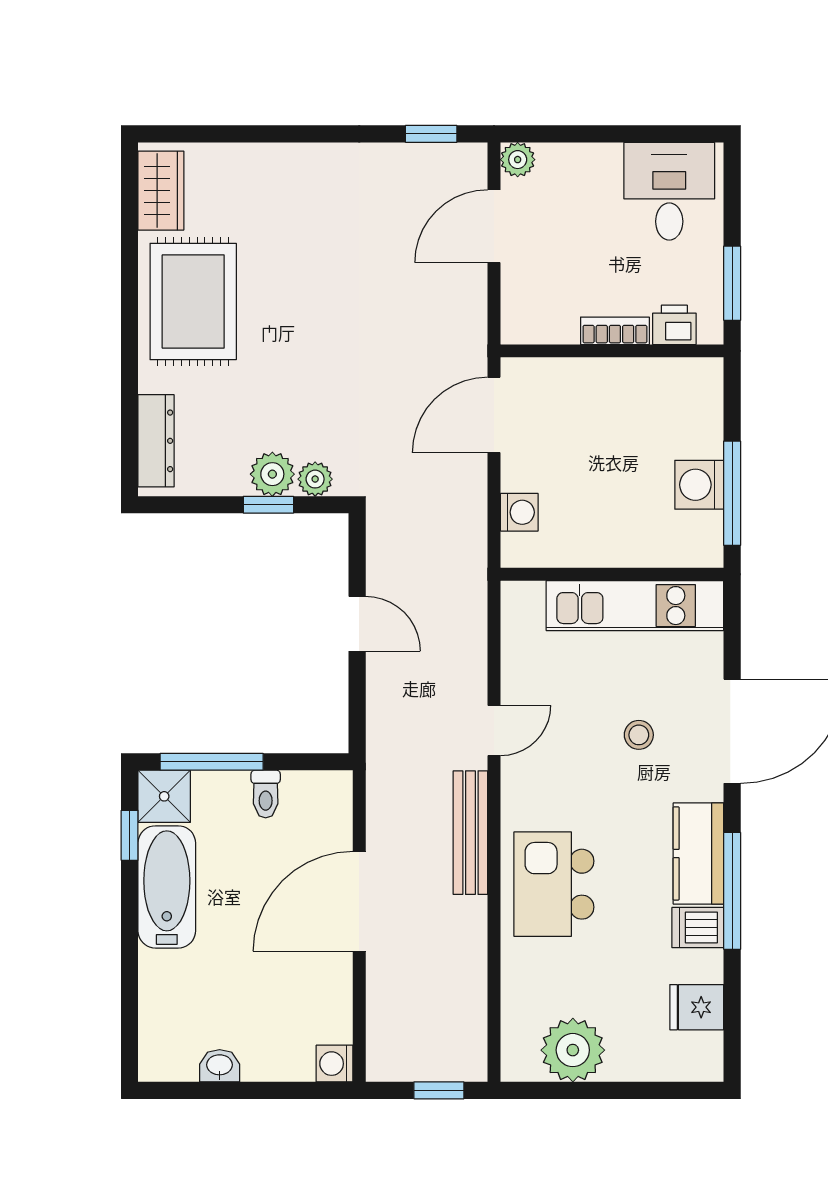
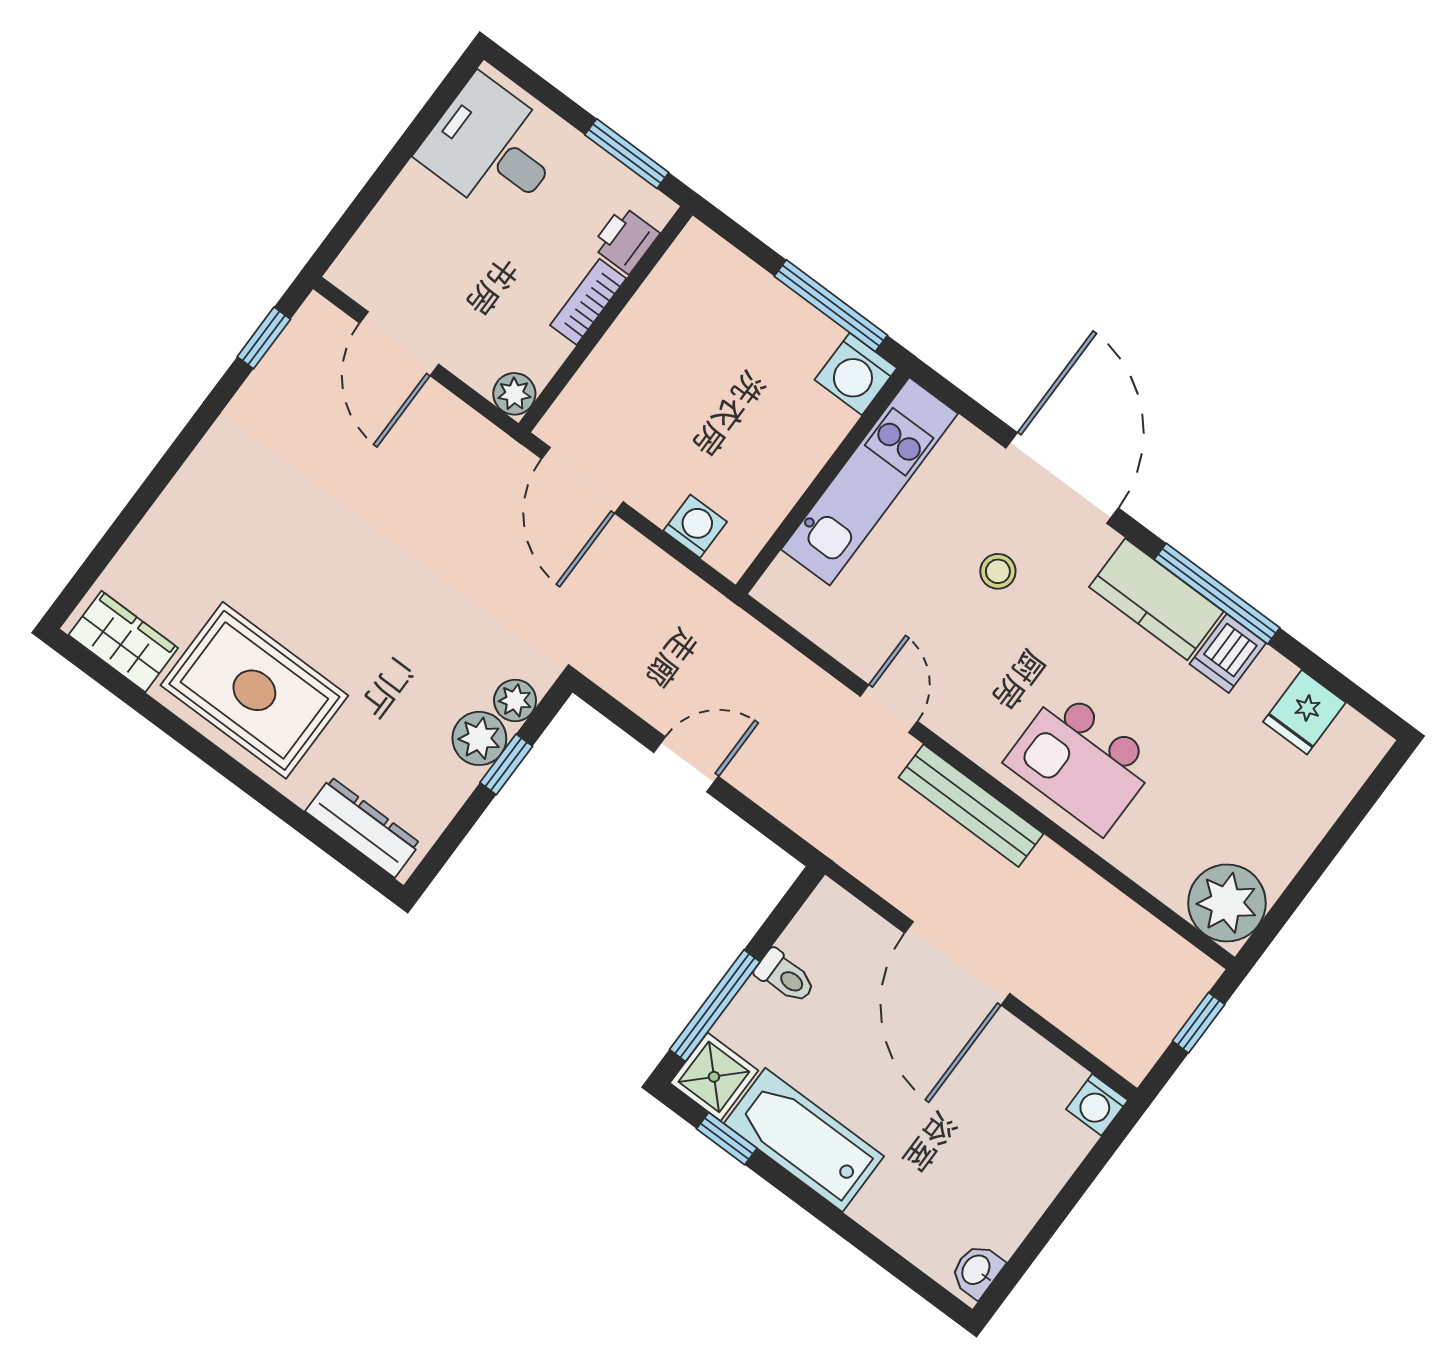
plant: (518, 160) -> (514, 394), moved
washing machine: (699, 485) -> (856, 374), moved
plant: (573, 1050) -> (1227, 903), moved
washbasin: (220, 1066) -> (977, 1270), moved

